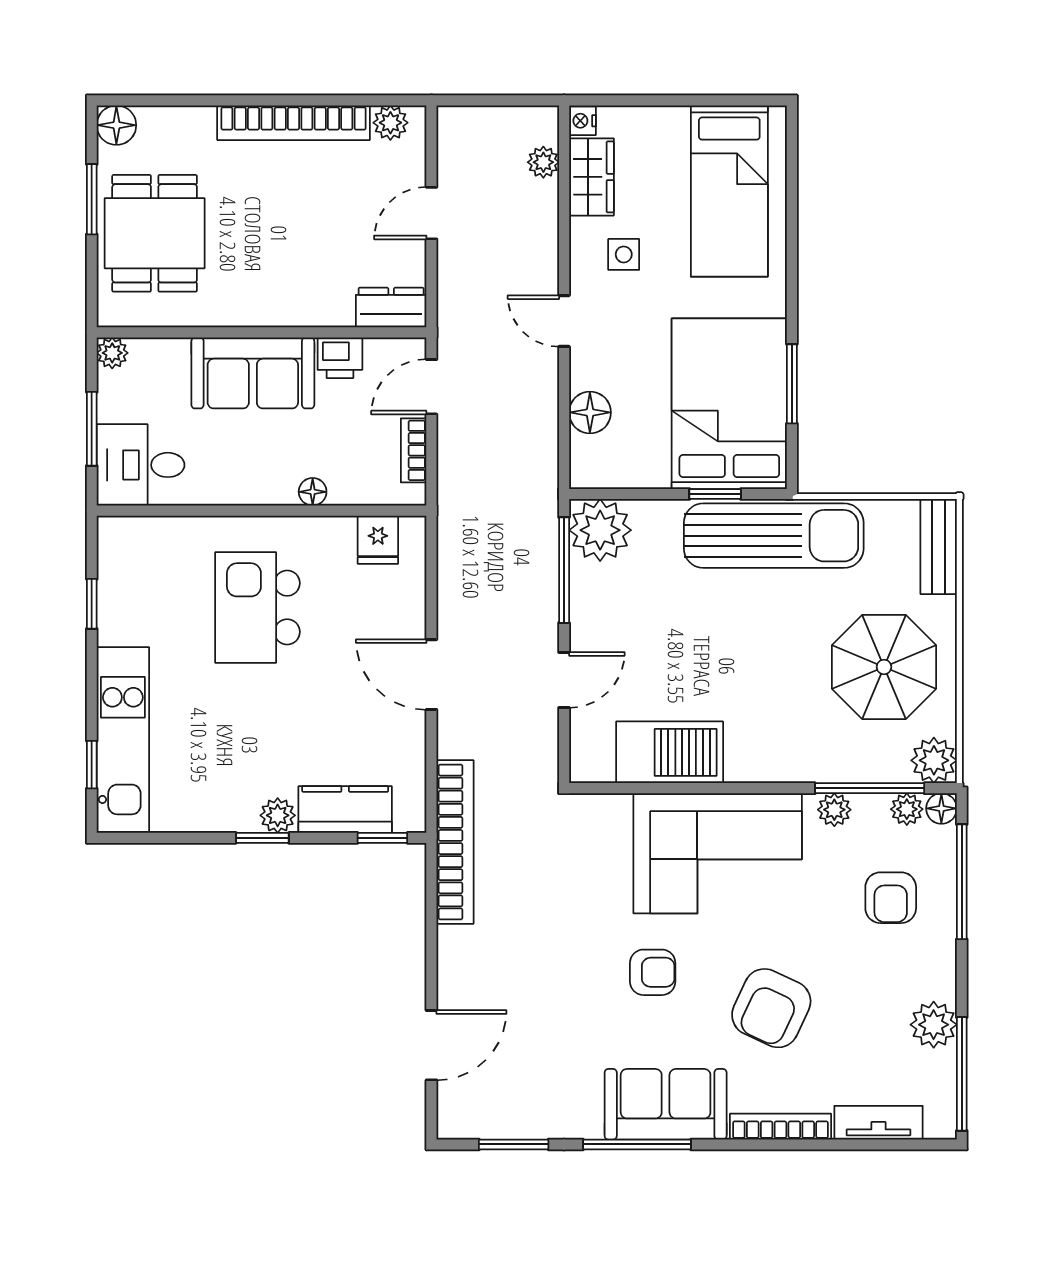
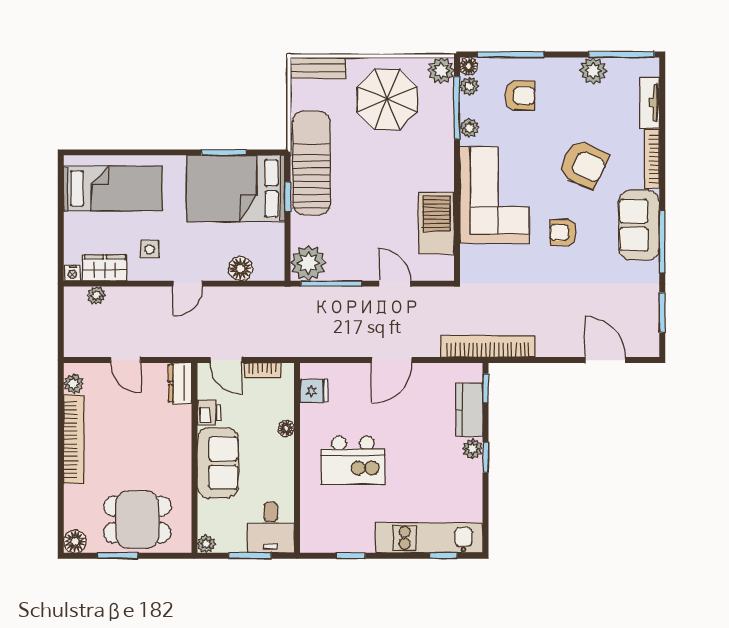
armchair: (653, 972) -> (563, 233), turned -90

